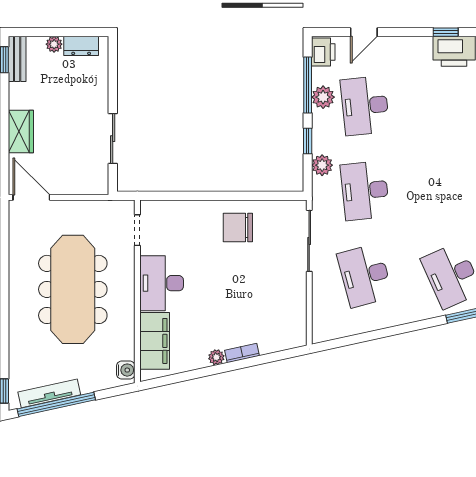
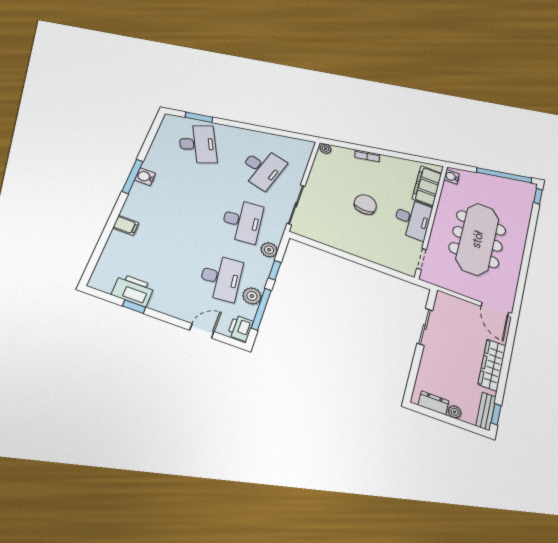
wardrobe: (21, 132) -> (492, 365), width x1.50
chair: (238, 227) -> (365, 204), moved, turned -90
desk: (365, 275) -> (262, 168), turned 30
plant: (216, 357) -> (325, 149), moved
tv unit: (49, 393) -> (508, 183), removed

